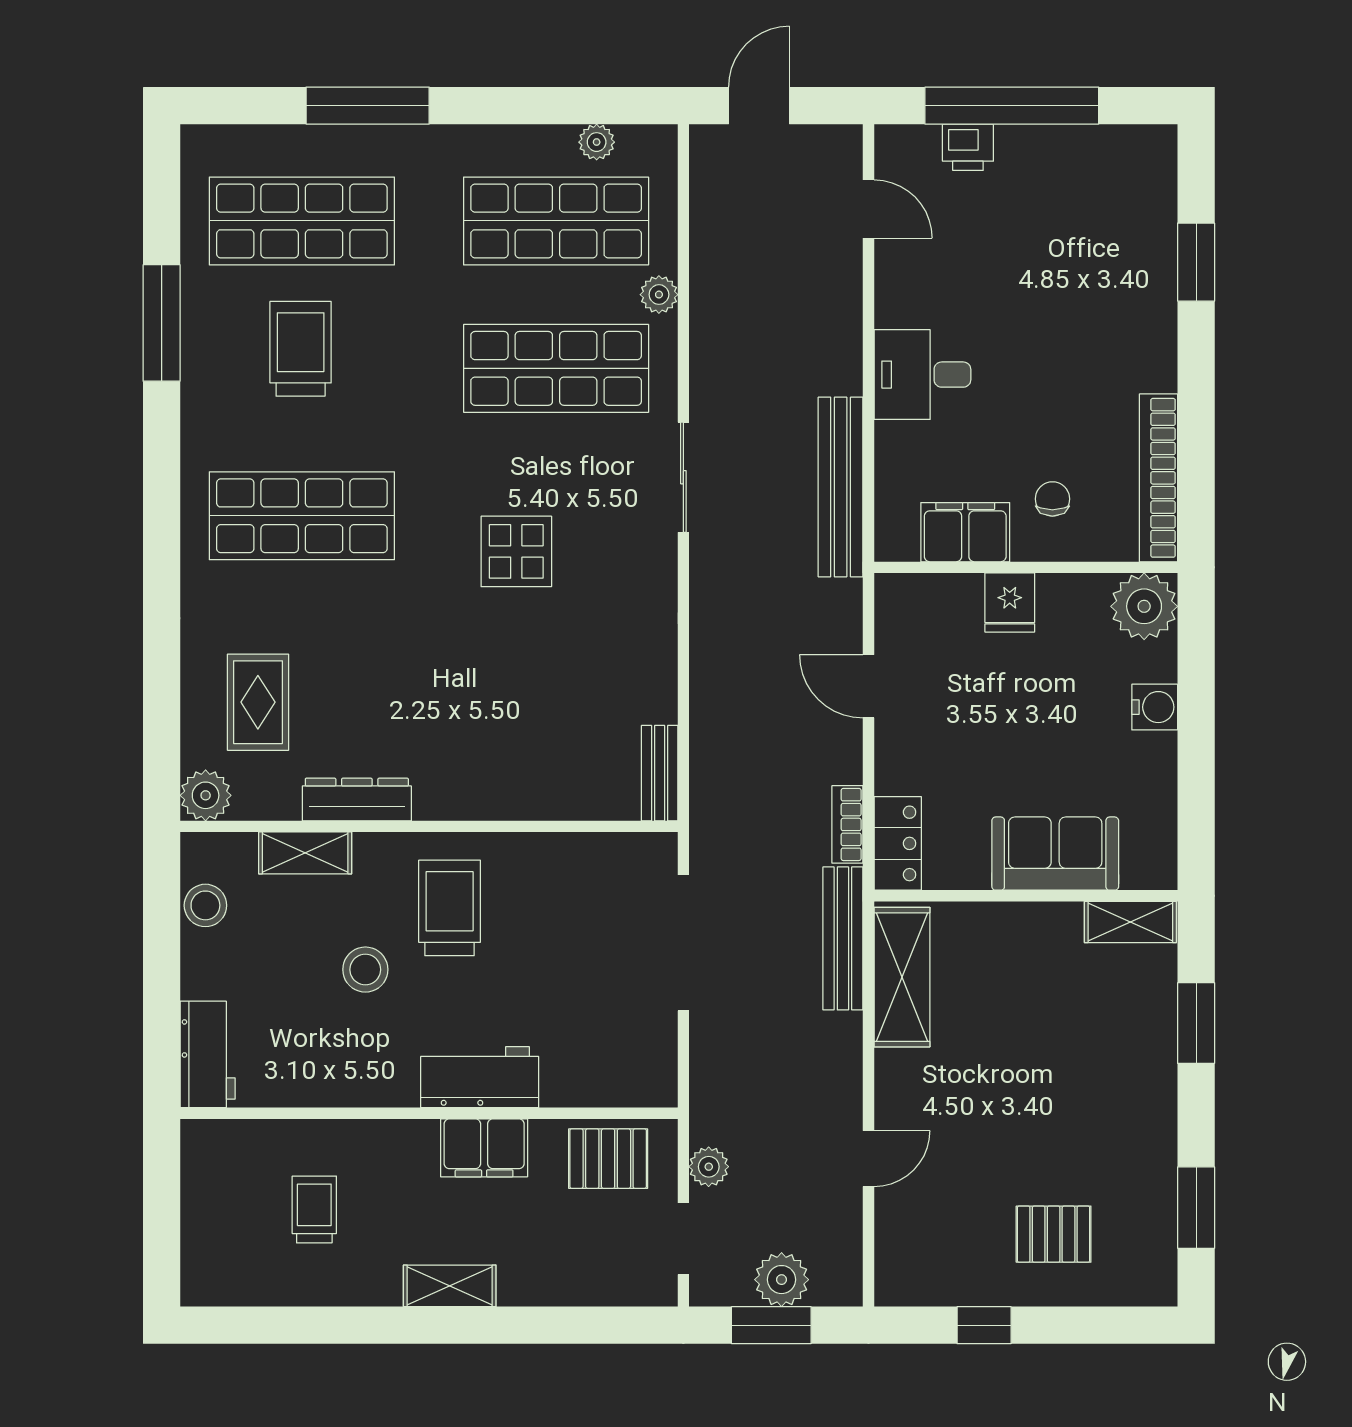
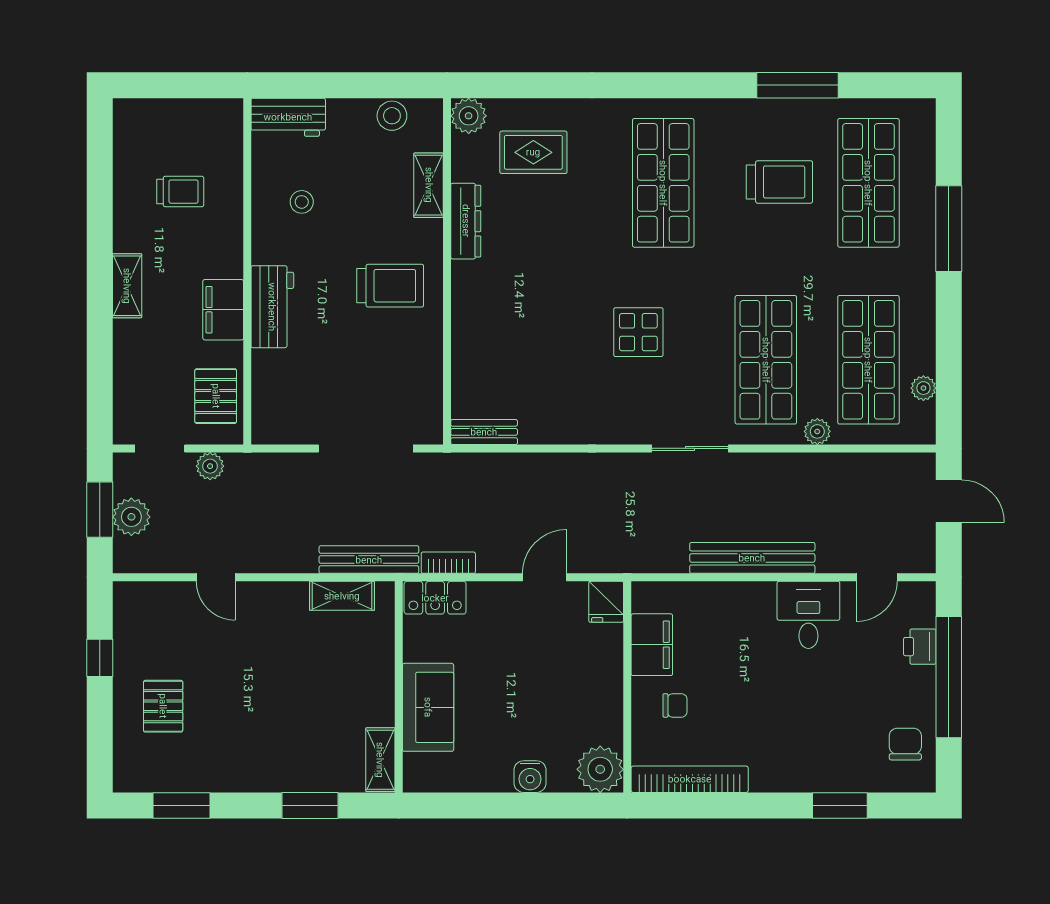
chair: (1108, 168) -> (905, 744), added
desk: (922, 375) -> (808, 615), moved
bench: (841, 487) -> (752, 558), moved
fridge: (1010, 602) -> (606, 602), moved, turned -90
stool: (365, 970) -> (302, 202), moved, width x0.73, depth x0.73
shelving: (902, 977) -> (342, 596), width x0.67, depth x0.75

